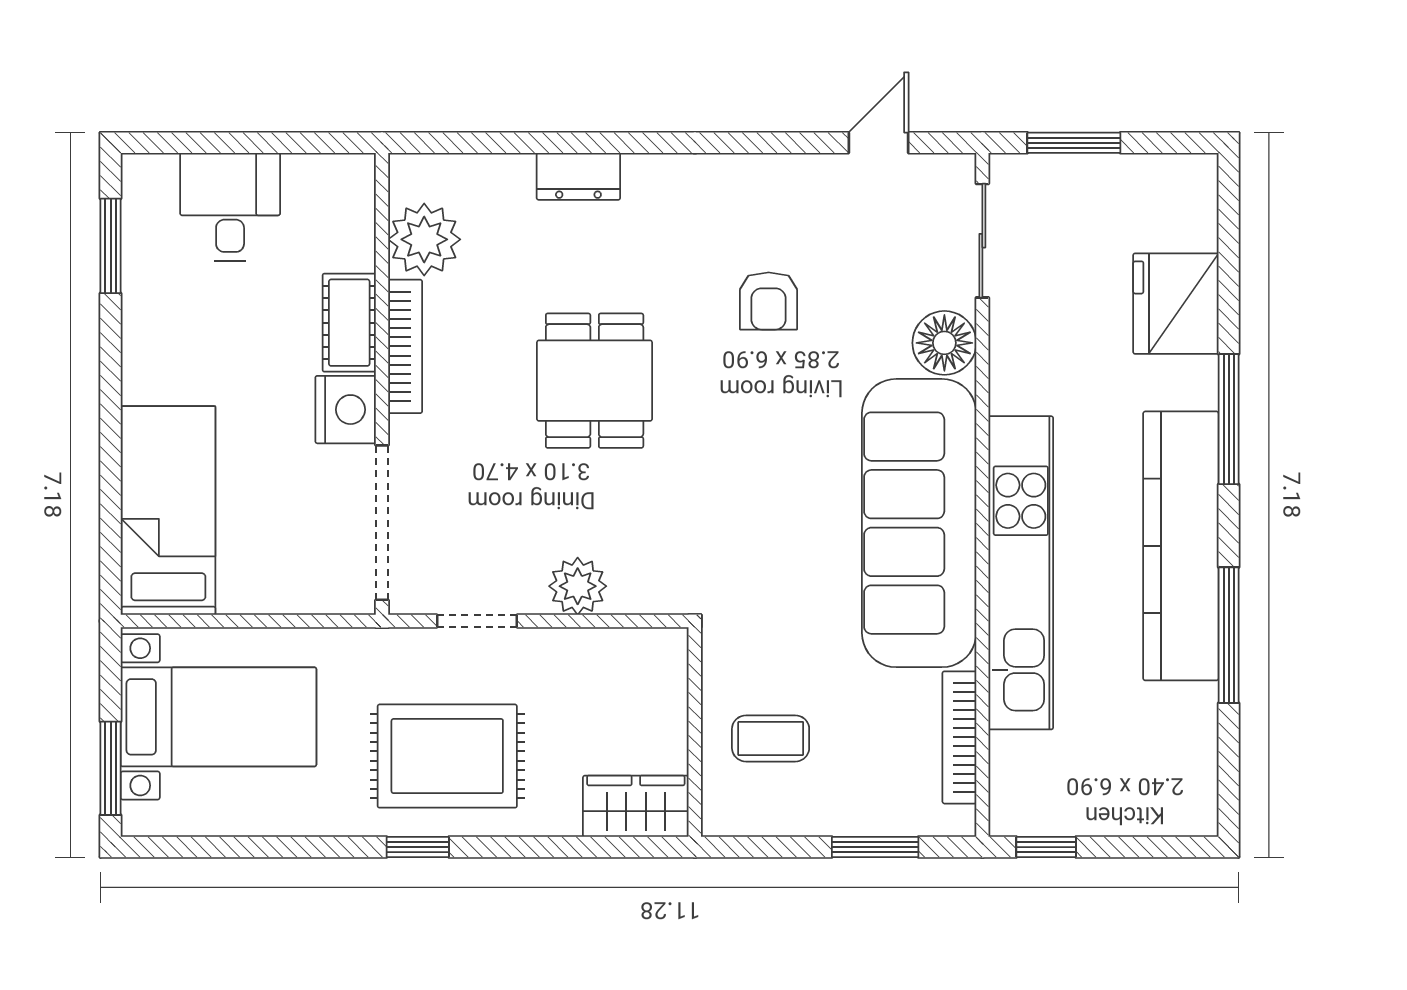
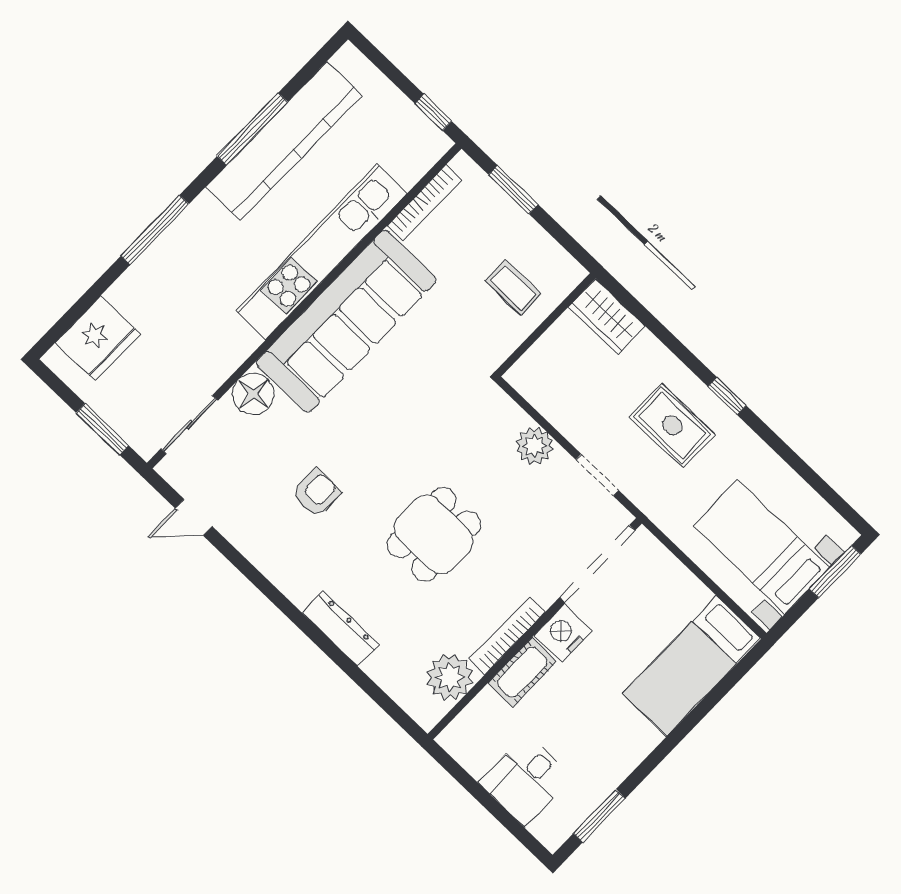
dresser: (578, 176) -> (341, 629), width x1.44
fridge: (1176, 304) -> (98, 338), moved
kitchen counter: (1181, 546) -> (284, 141), moved
rug: (447, 756) -> (672, 425), width x0.73, depth x0.70

